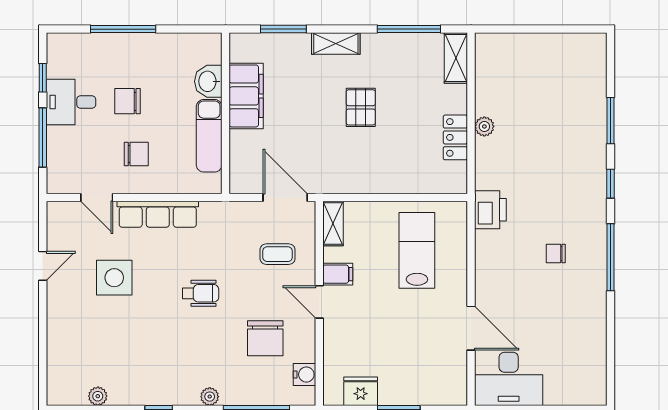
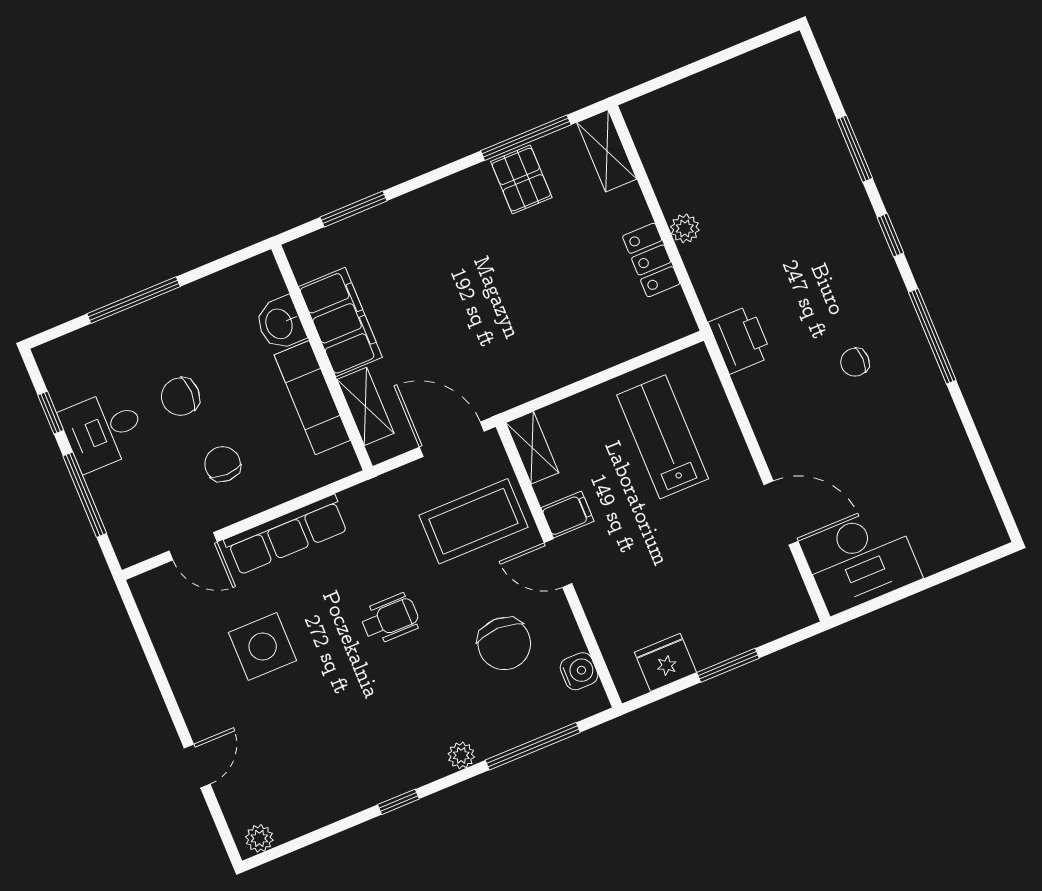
shelving: (336, 44) -> (365, 406), moved, turned 90
pallet: (361, 107) -> (521, 180), moved
chair: (136, 154) -> (223, 464), turned -90
coffee table: (278, 254) -> (473, 521), width x1.86, depth x1.72
door: (43, 266) -> (197, 766), moved
plant: (98, 396) -> (259, 838), moved

